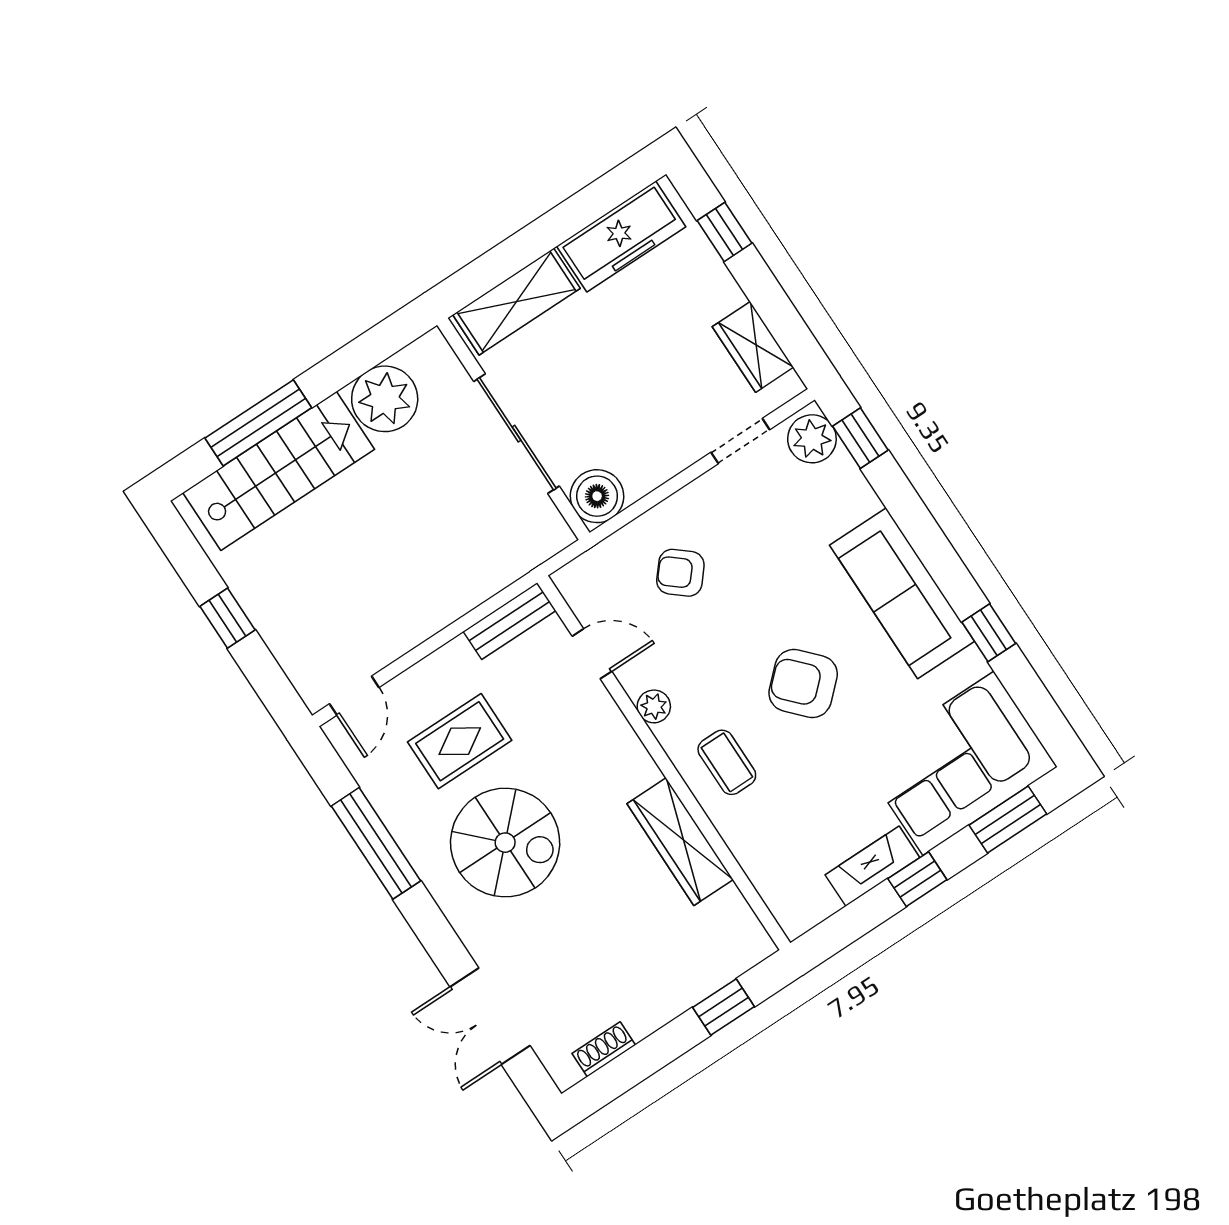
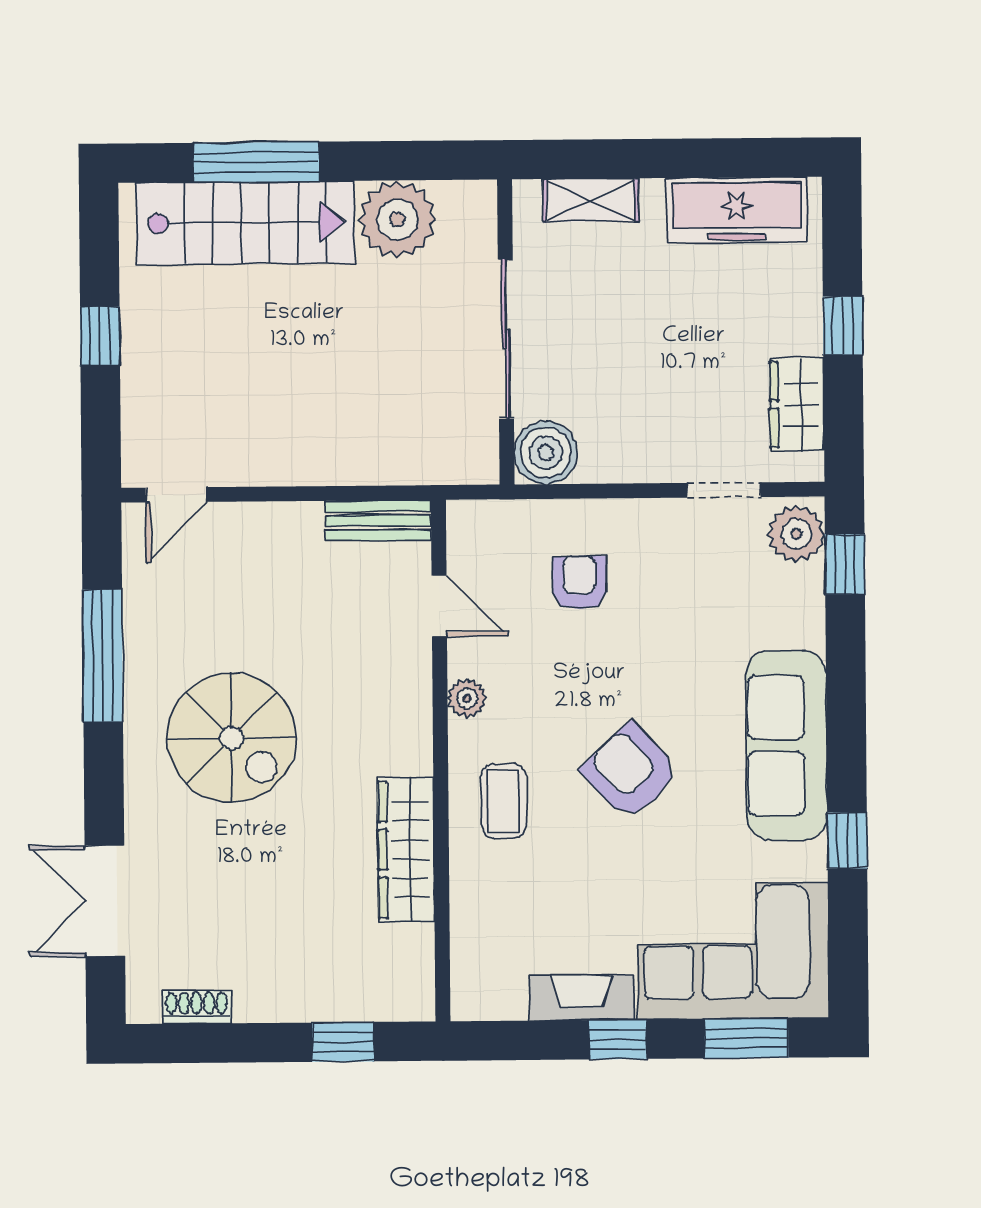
window: (724, 232) -> (843, 326), moved
shelving: (516, 302) -> (591, 200), width x0.67, depth x0.75
armchair: (680, 573) -> (579, 582), turned 50
rug: (460, 741) -> (252, 608), removed

